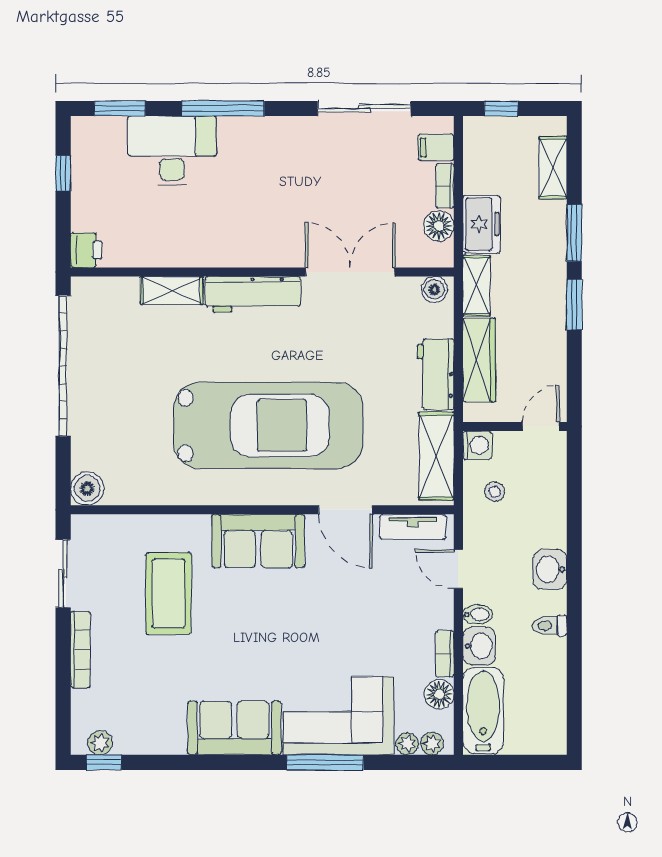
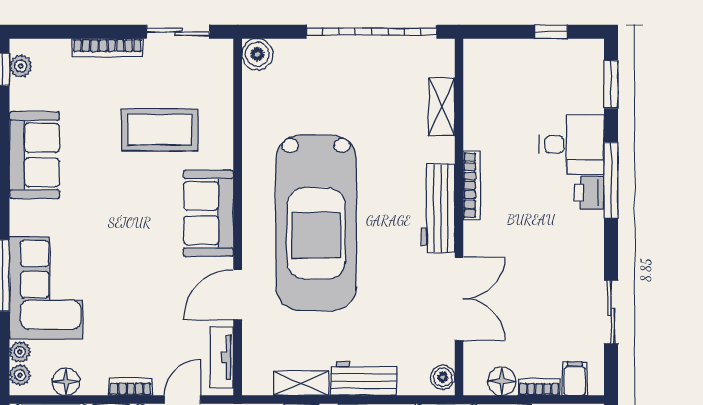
sliding door: (364, 109) -> (611, 312), width x0.73
desk: (172, 151) -> (572, 144), width x0.73
printer: (86, 250) -> (589, 193), moved, turned 90
bookcase: (228, 258) -> (472, 185), added
shelving: (172, 290) -> (442, 107), moved
shelving: (436, 456) -> (301, 383), width x0.67, depth x0.75
bookcase: (445, 654) -> (131, 387), moved
sofa: (234, 728) -> (35, 155), moved

